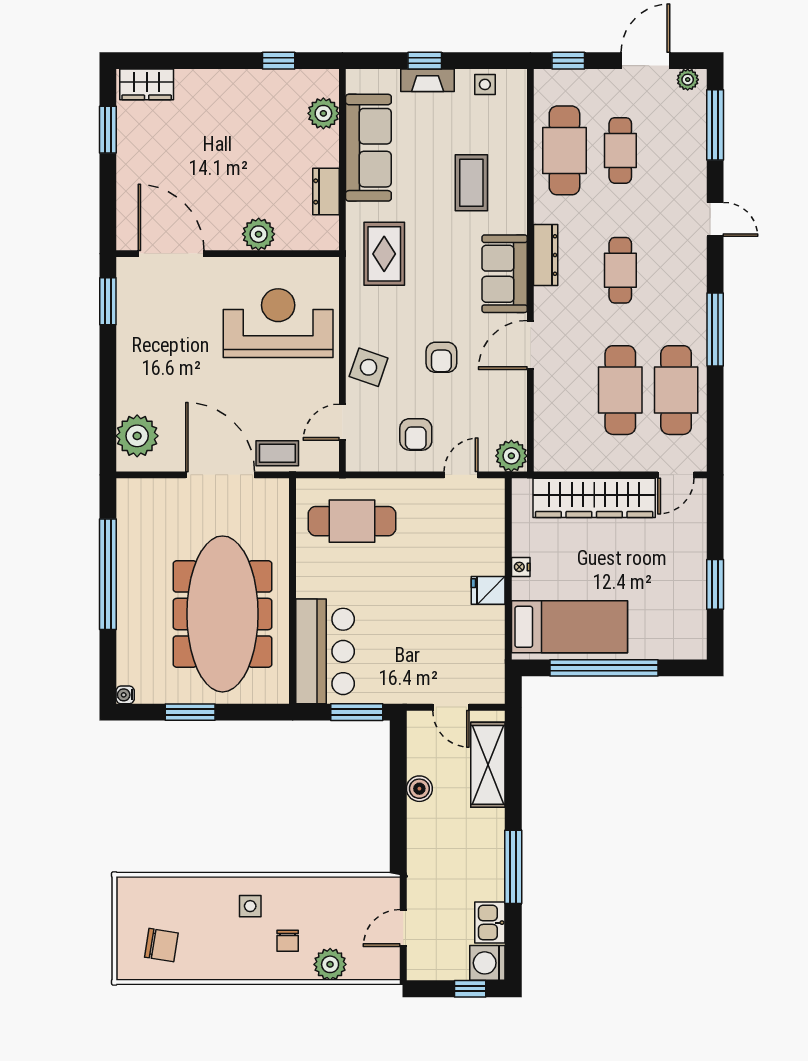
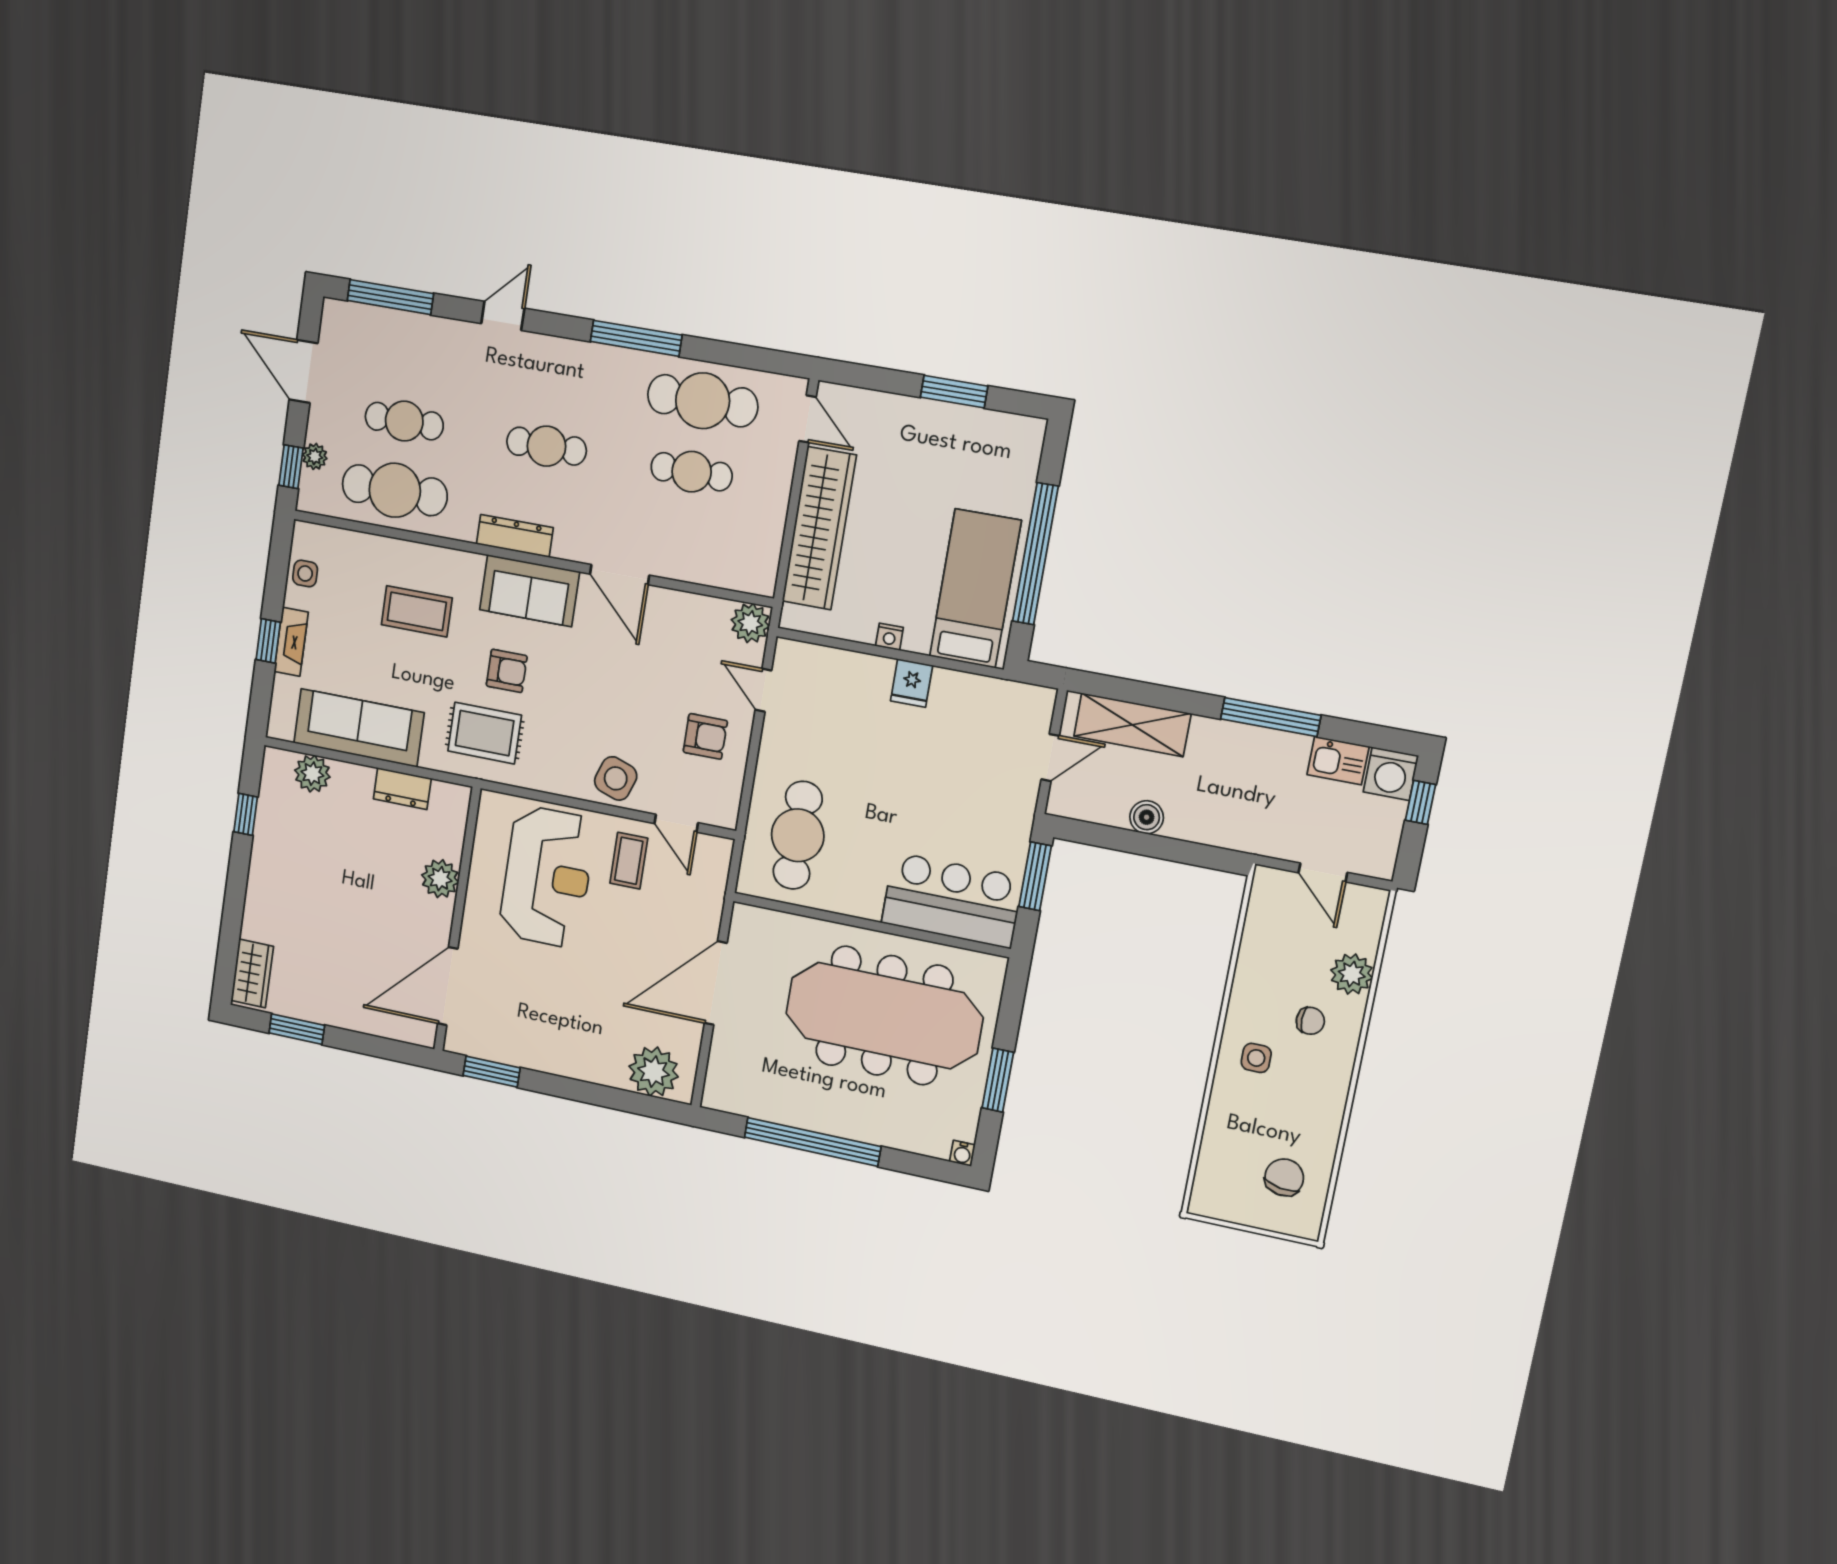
plant: (688, 80) -> (315, 456), moved
reception desk: (278, 323) -> (547, 877), turned 180
armchair: (441, 357) -> (507, 671), moved
cafe table: (620, 390) -> (692, 472), width x0.73, depth x0.74
coffee table: (277, 453) -> (629, 861), moved

